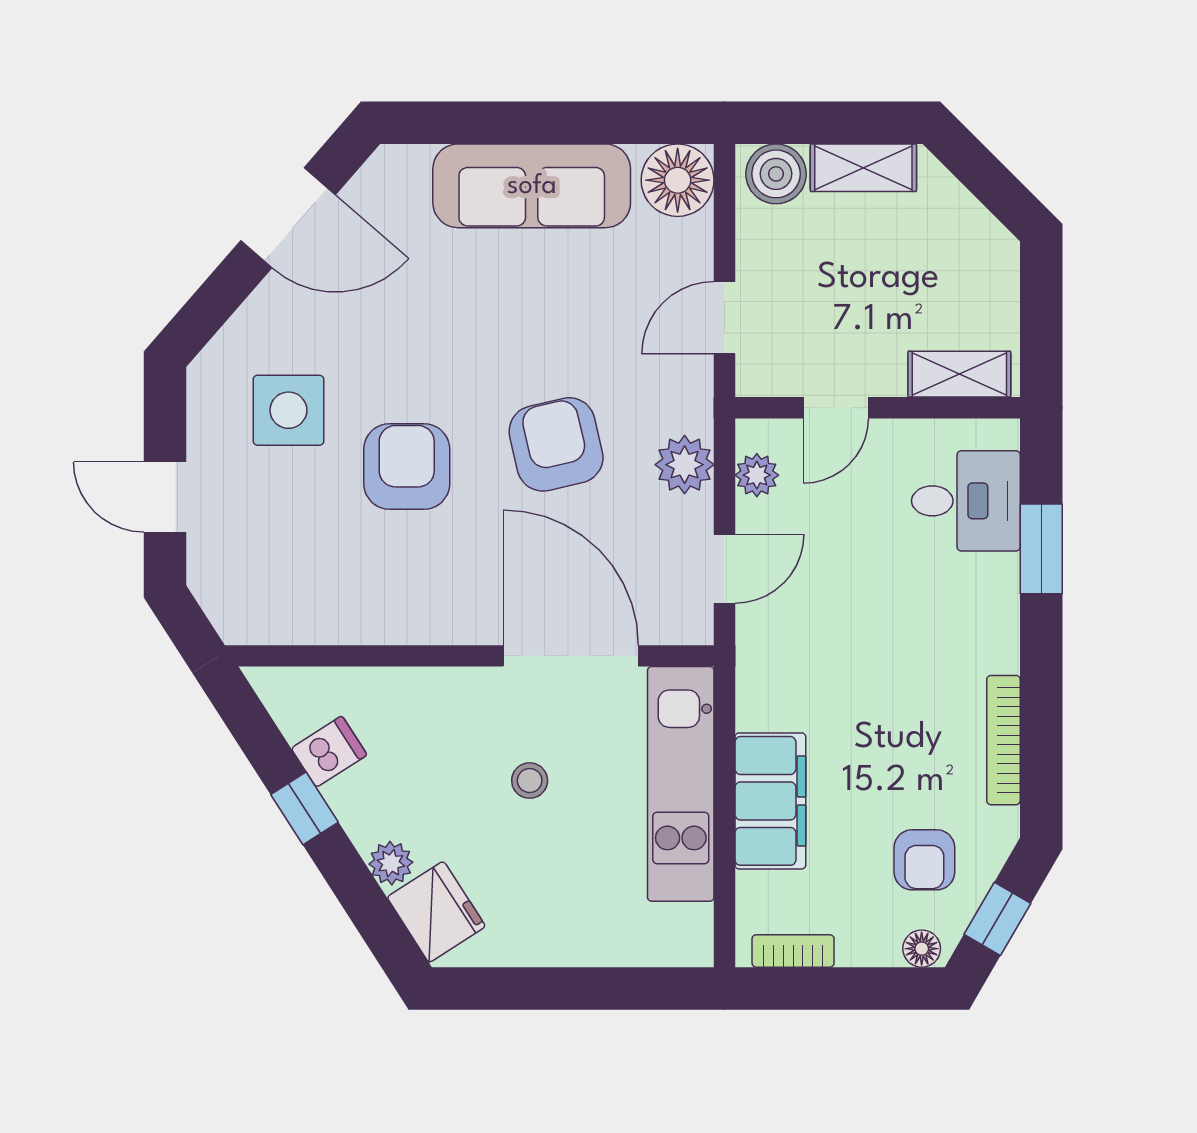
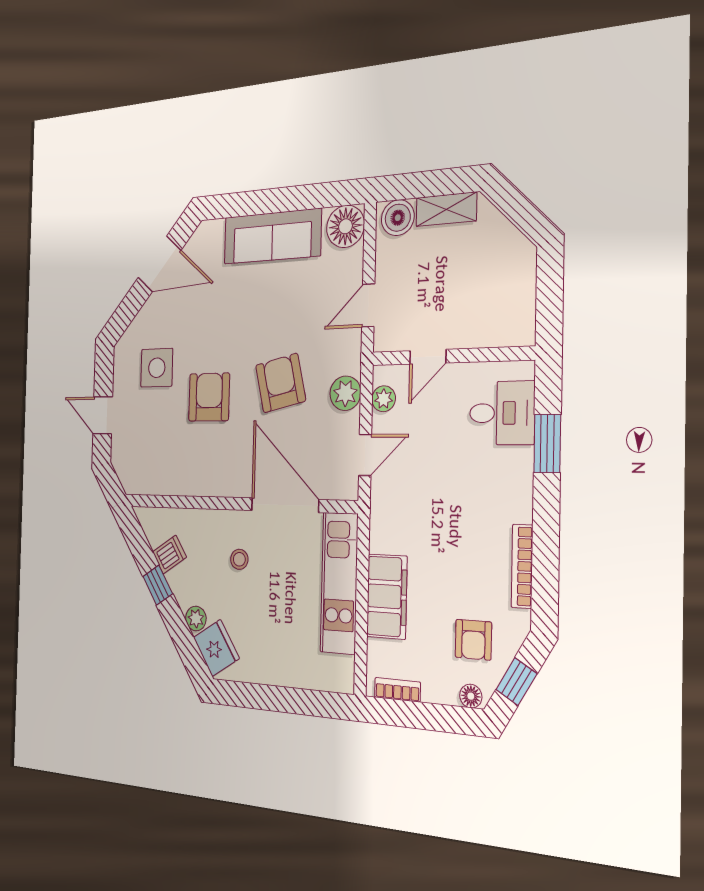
shelving: (959, 374) -> (499, 333), removed
stool: (530, 781) -> (239, 559), moved

